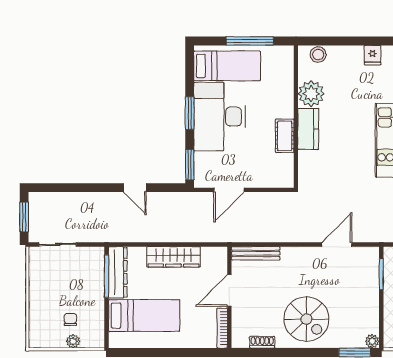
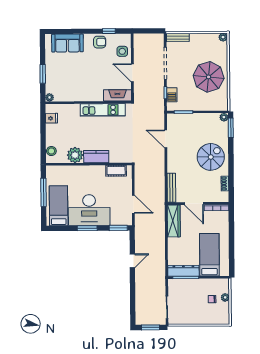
cot: (285, 136) -> (116, 171), moved
wardrobe: (173, 257) -> (174, 221), moved

